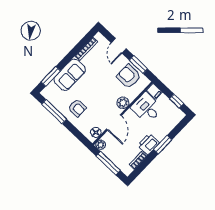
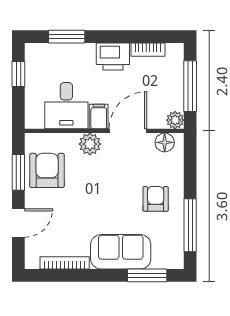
armchair: (129, 76) -> (47, 170), turned 180
filing cabinet: (154, 91) -> (99, 116), moved
window: (163, 145) -> (67, 37), moved

